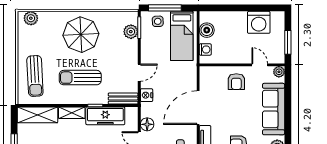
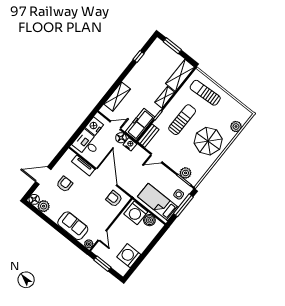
plant: (31, 18) -> (236, 127), moved
washing machine: (205, 49) -> (136, 213), width x1.89, depth x1.89
door: (260, 65) -> (102, 235), hinge flipped
door: (139, 73) -> (156, 158), hinge flipped
armchair: (236, 82) -> (114, 199), moved
nightstand: (147, 95) -> (130, 144), moved
sofa: (274, 109) -> (73, 226), width x0.73
freezer: (105, 116) -> (140, 124), moved

